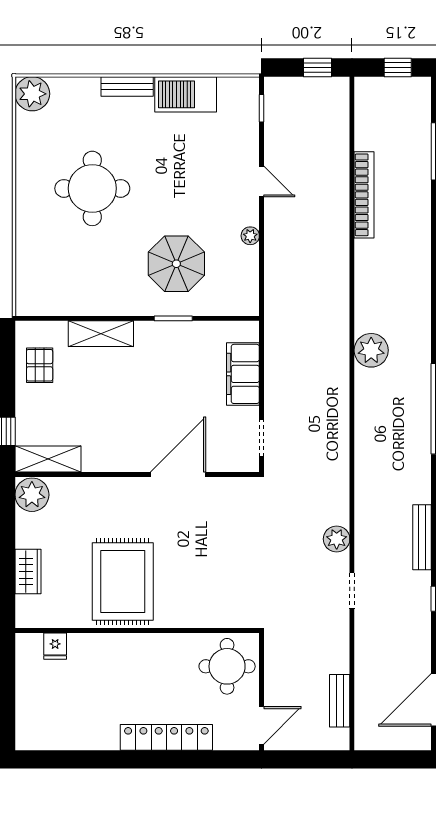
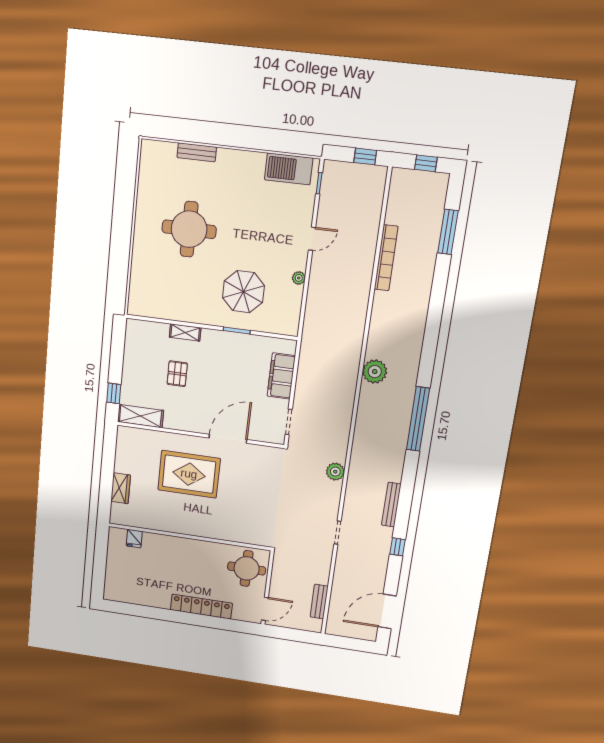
bench: (127, 86) -> (197, 152), moved
plant: (32, 94) -> (153, 153), removed
barbecue: (186, 94) -> (289, 169), moved
door: (262, 182) -> (312, 239), hinge flipped
shelving: (101, 334) -> (185, 332), width x0.67, depth x0.75
pallet: (40, 365) -> (177, 374), moved
plant: (32, 495) -> (128, 438), removed
plant: (337, 539) -> (335, 472), moved
rug: (123, 581) -> (189, 474), moved, turned 90

